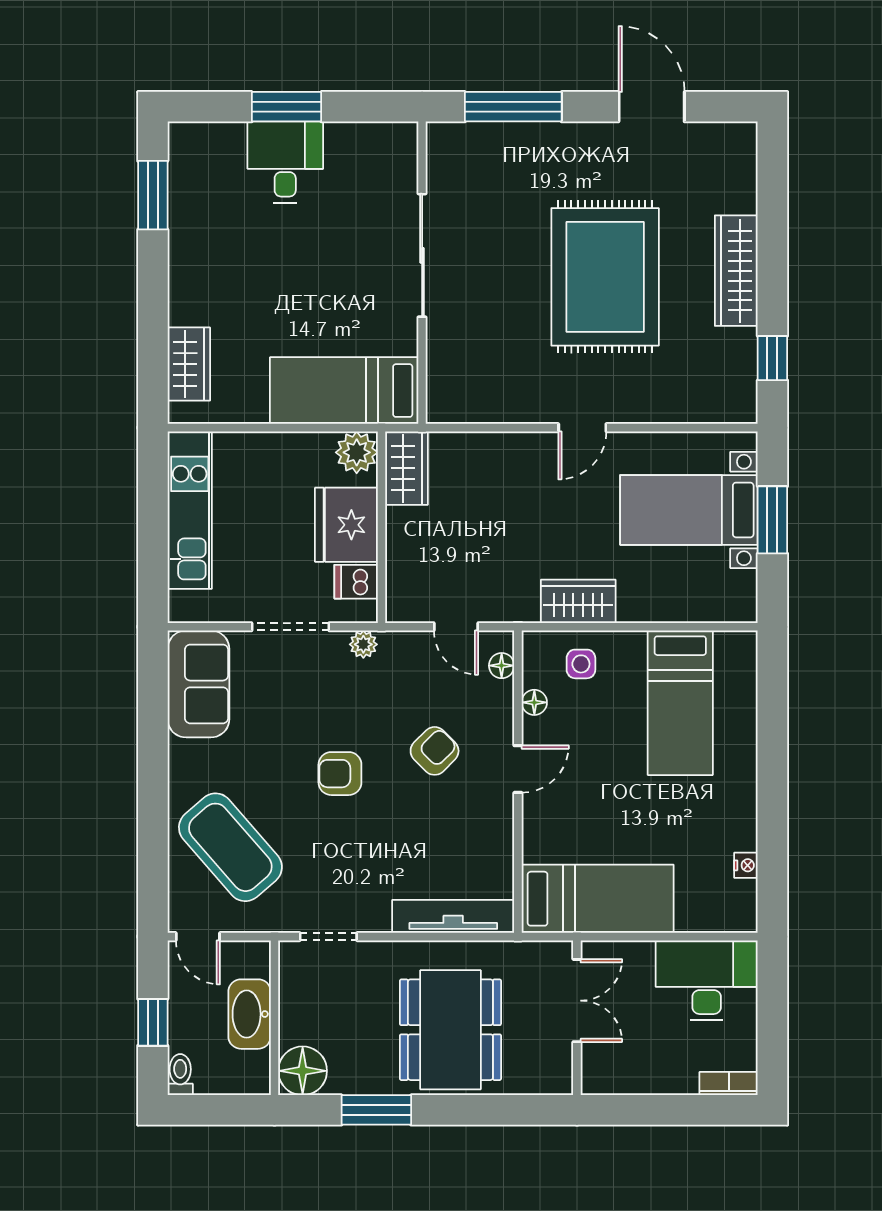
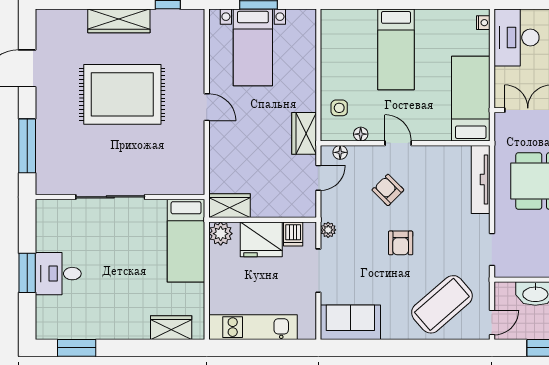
wardrobe: (578, 601) -> (304, 133), moved
bed: (680, 703) -> (396, 49), moved, turned 90
nightstand: (746, 865) -> (483, 23), moved, turned 90

